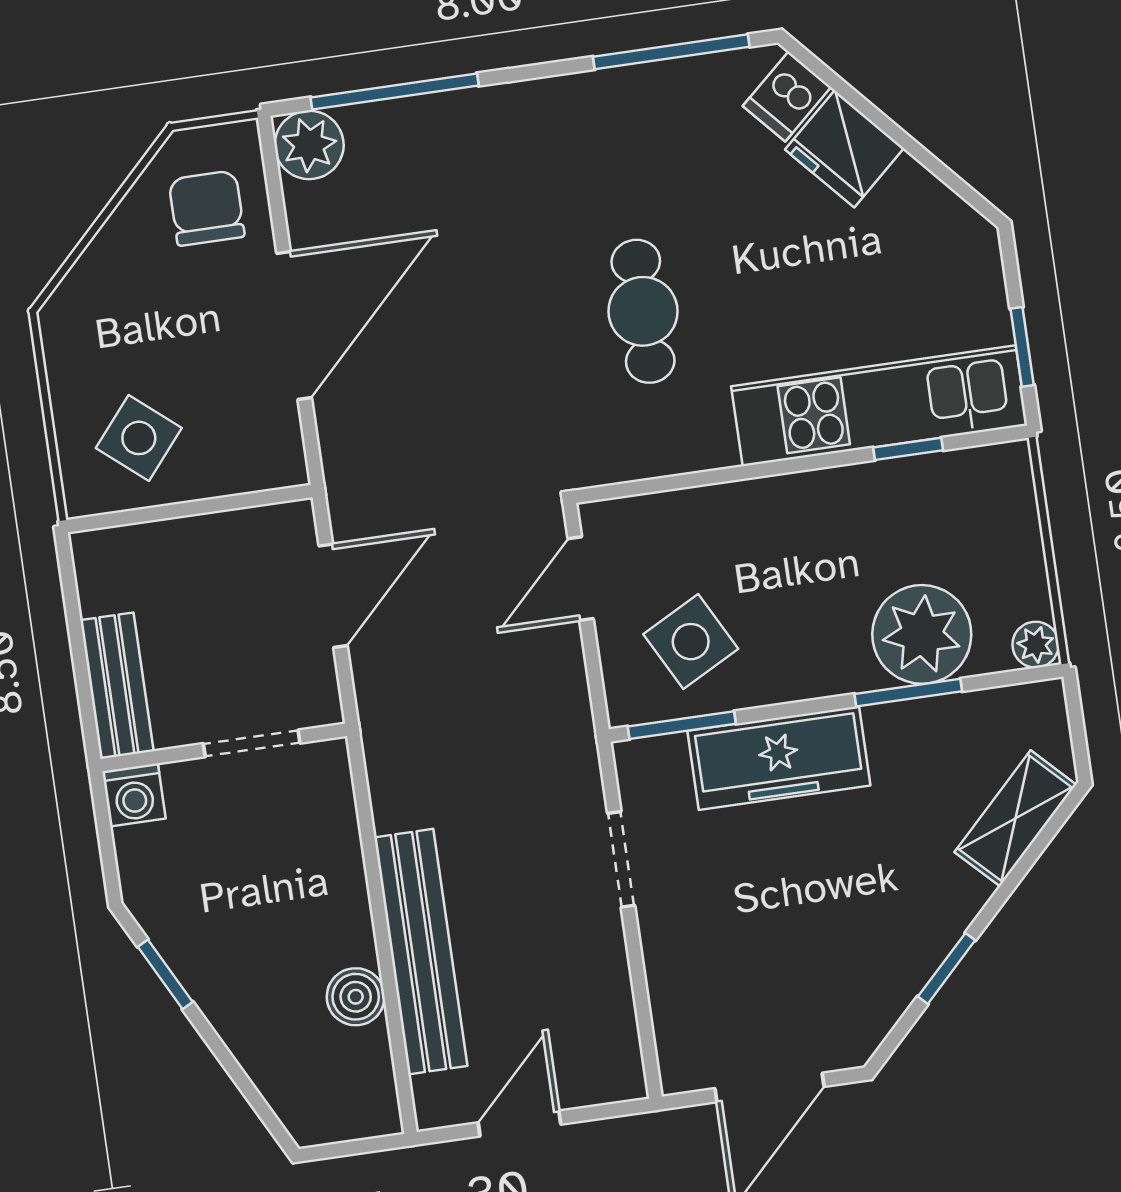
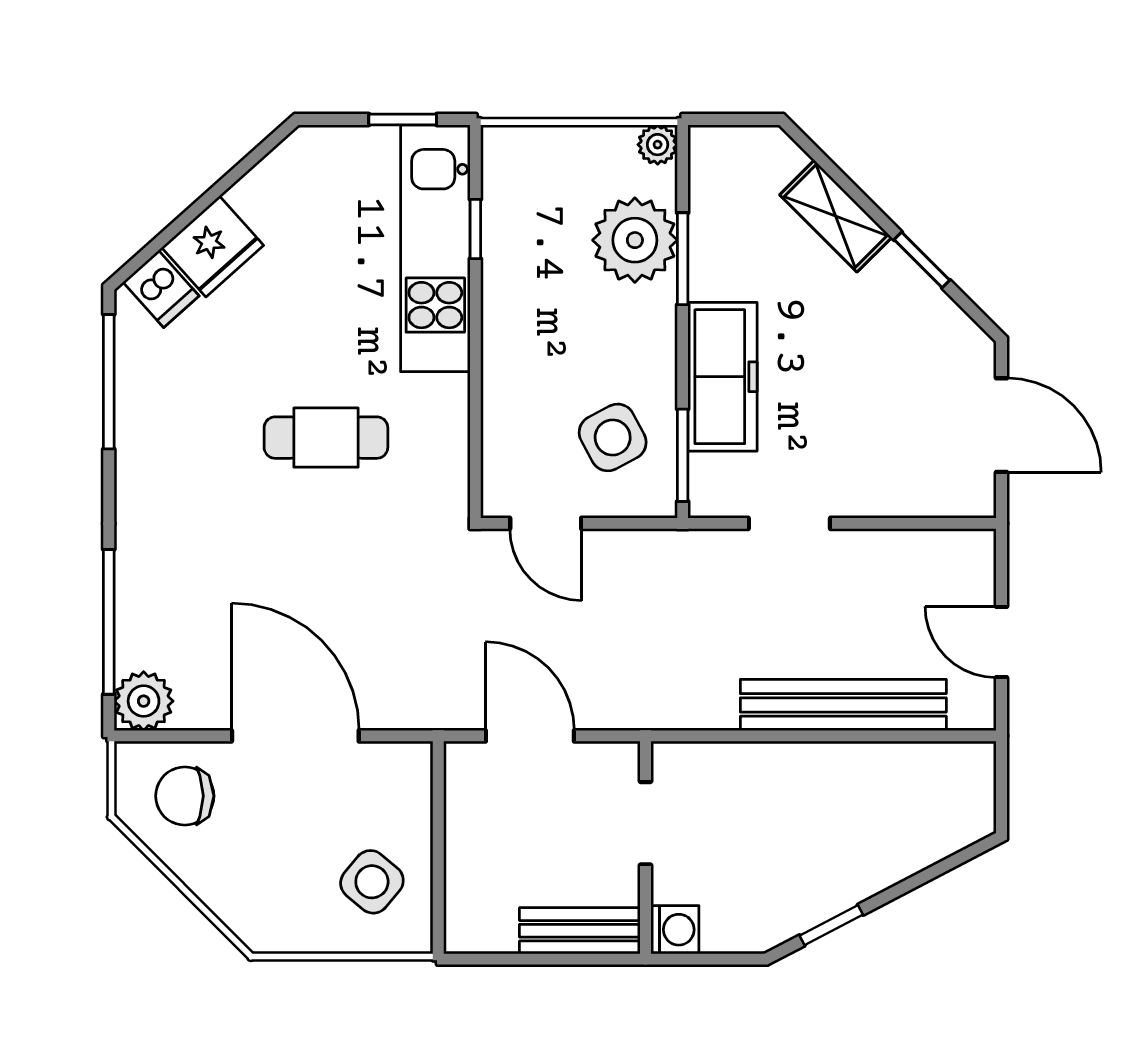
shelving: (1015, 818) -> (836, 216), moved
boiler: (356, 997) -> (874, 766), removed

